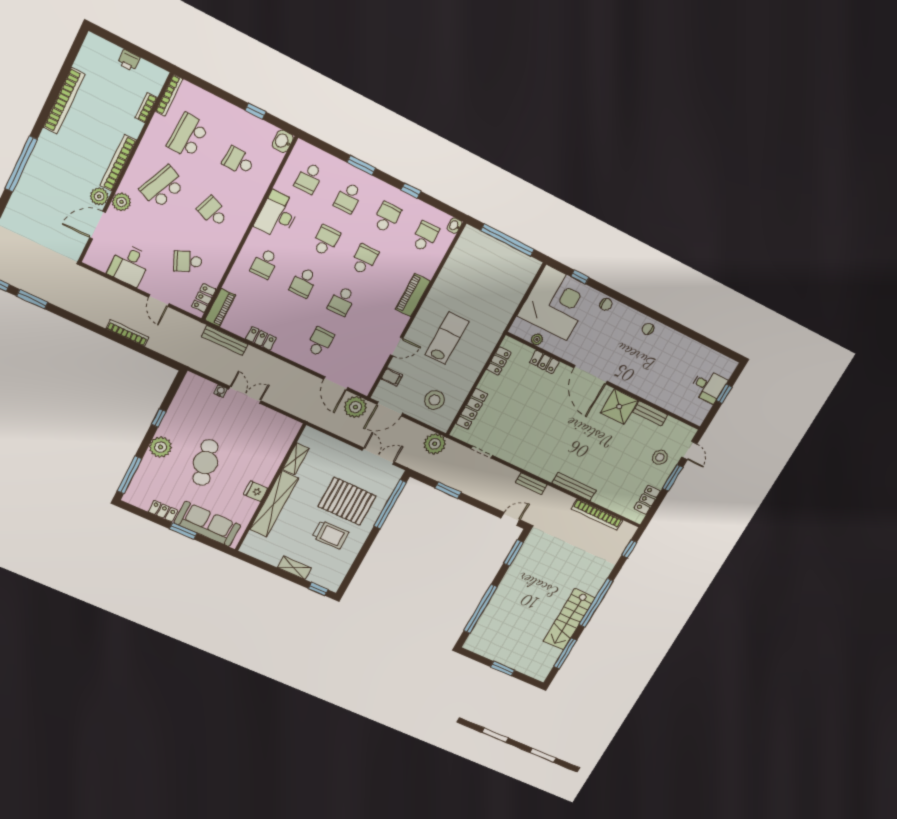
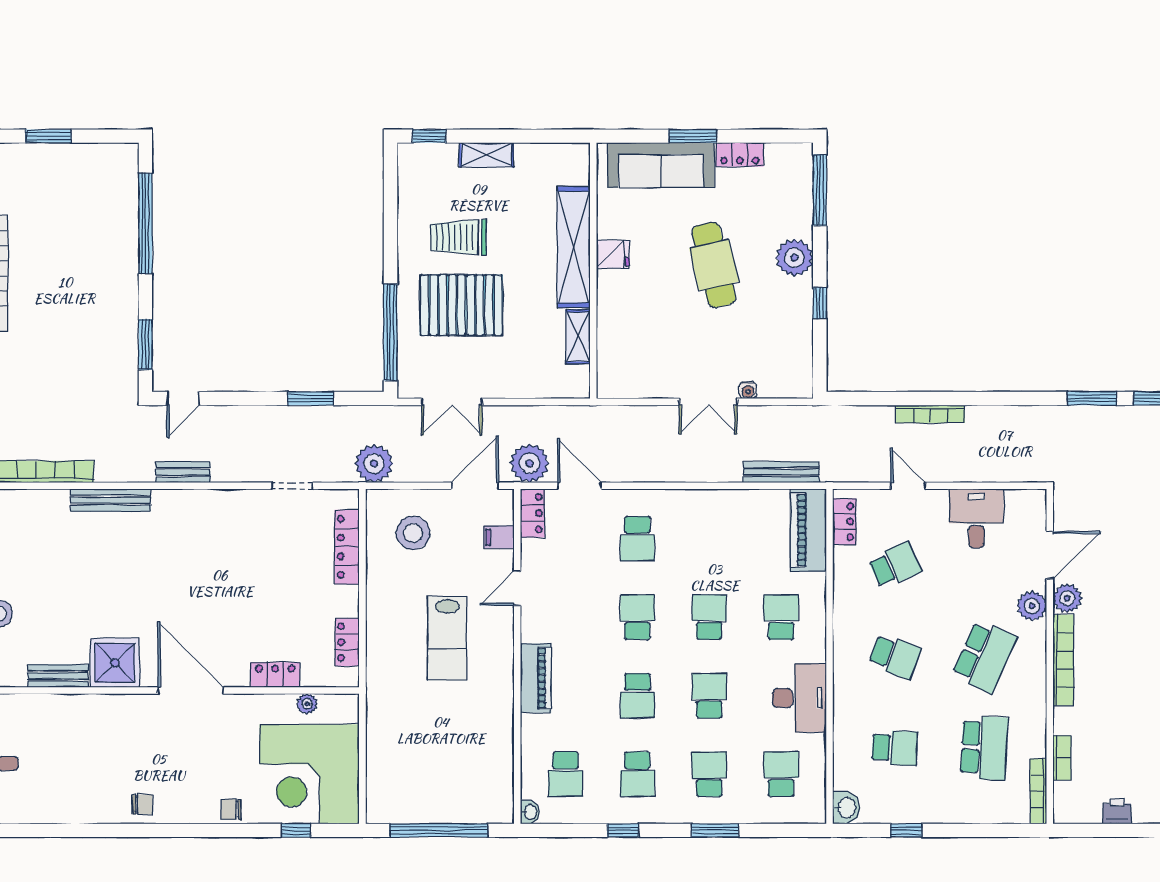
school desk: (326, 240) -> (709, 696), turned 180
piano: (220, 308) -> (808, 530), width x1.37, depth x1.33
locker: (261, 338) -> (533, 513), moved, turned -90

